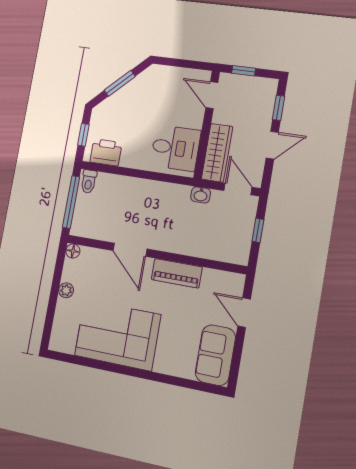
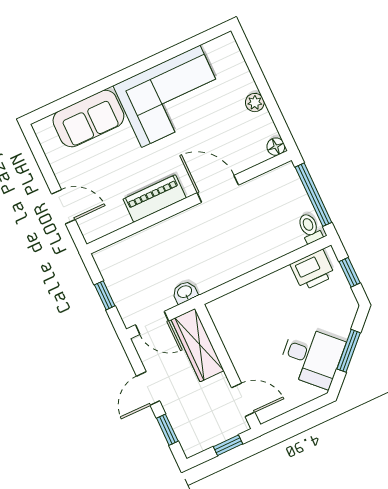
desk: (175, 148) -> (312, 357), moved, turned -135
sofa: (215, 355) -> (88, 119), moved, turned 90

